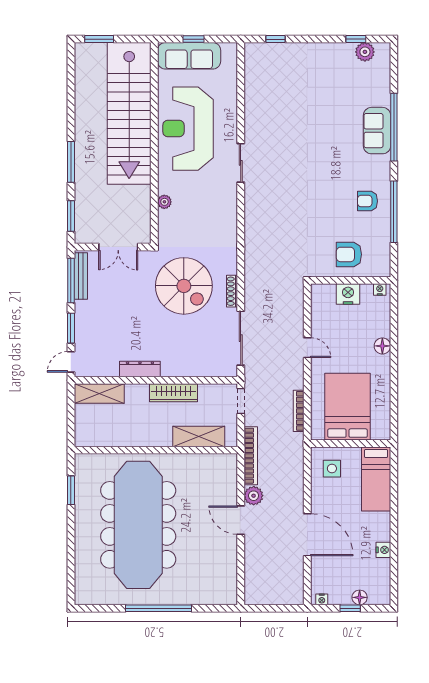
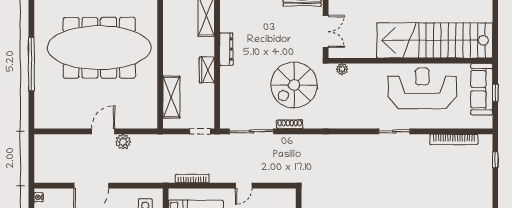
window: (99, 39) -> (495, 16), removed
plant: (164, 202) -> (342, 69), moved
double door: (118, 247) -> (326, 31), swing flipped
wardrobe: (173, 393) -> (207, 70), width x0.67
bookcase: (251, 456) -> (454, 139), moved

